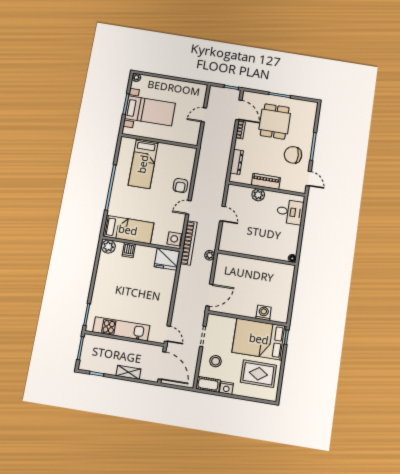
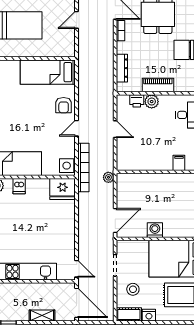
bed: (143, 164) -> (48, 72), moved, turned 90
printer: (245, 192) -> (137, 101), added
filing cabinet: (274, 252) -> (179, 163), added
washing machine: (264, 313) -> (155, 230), moved

